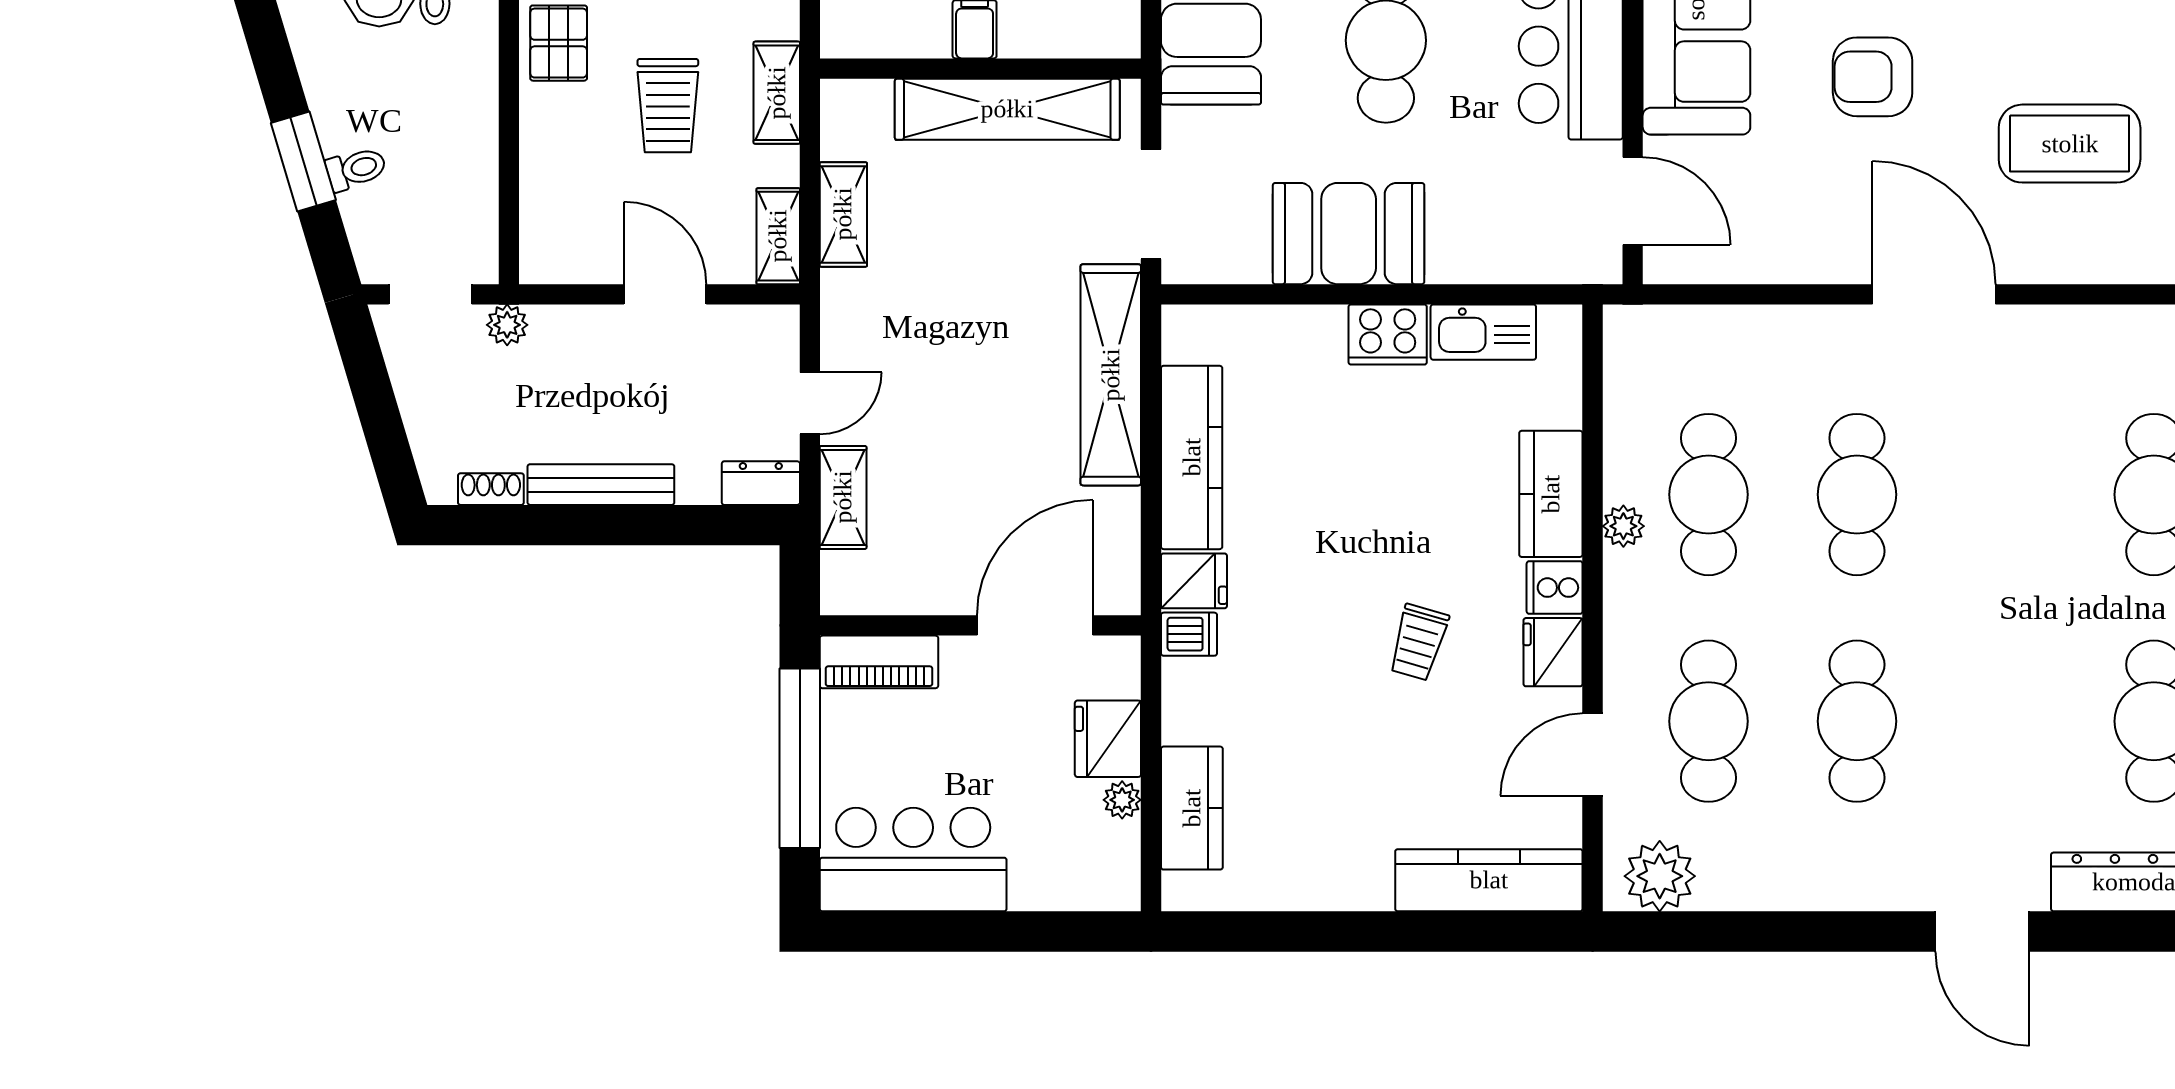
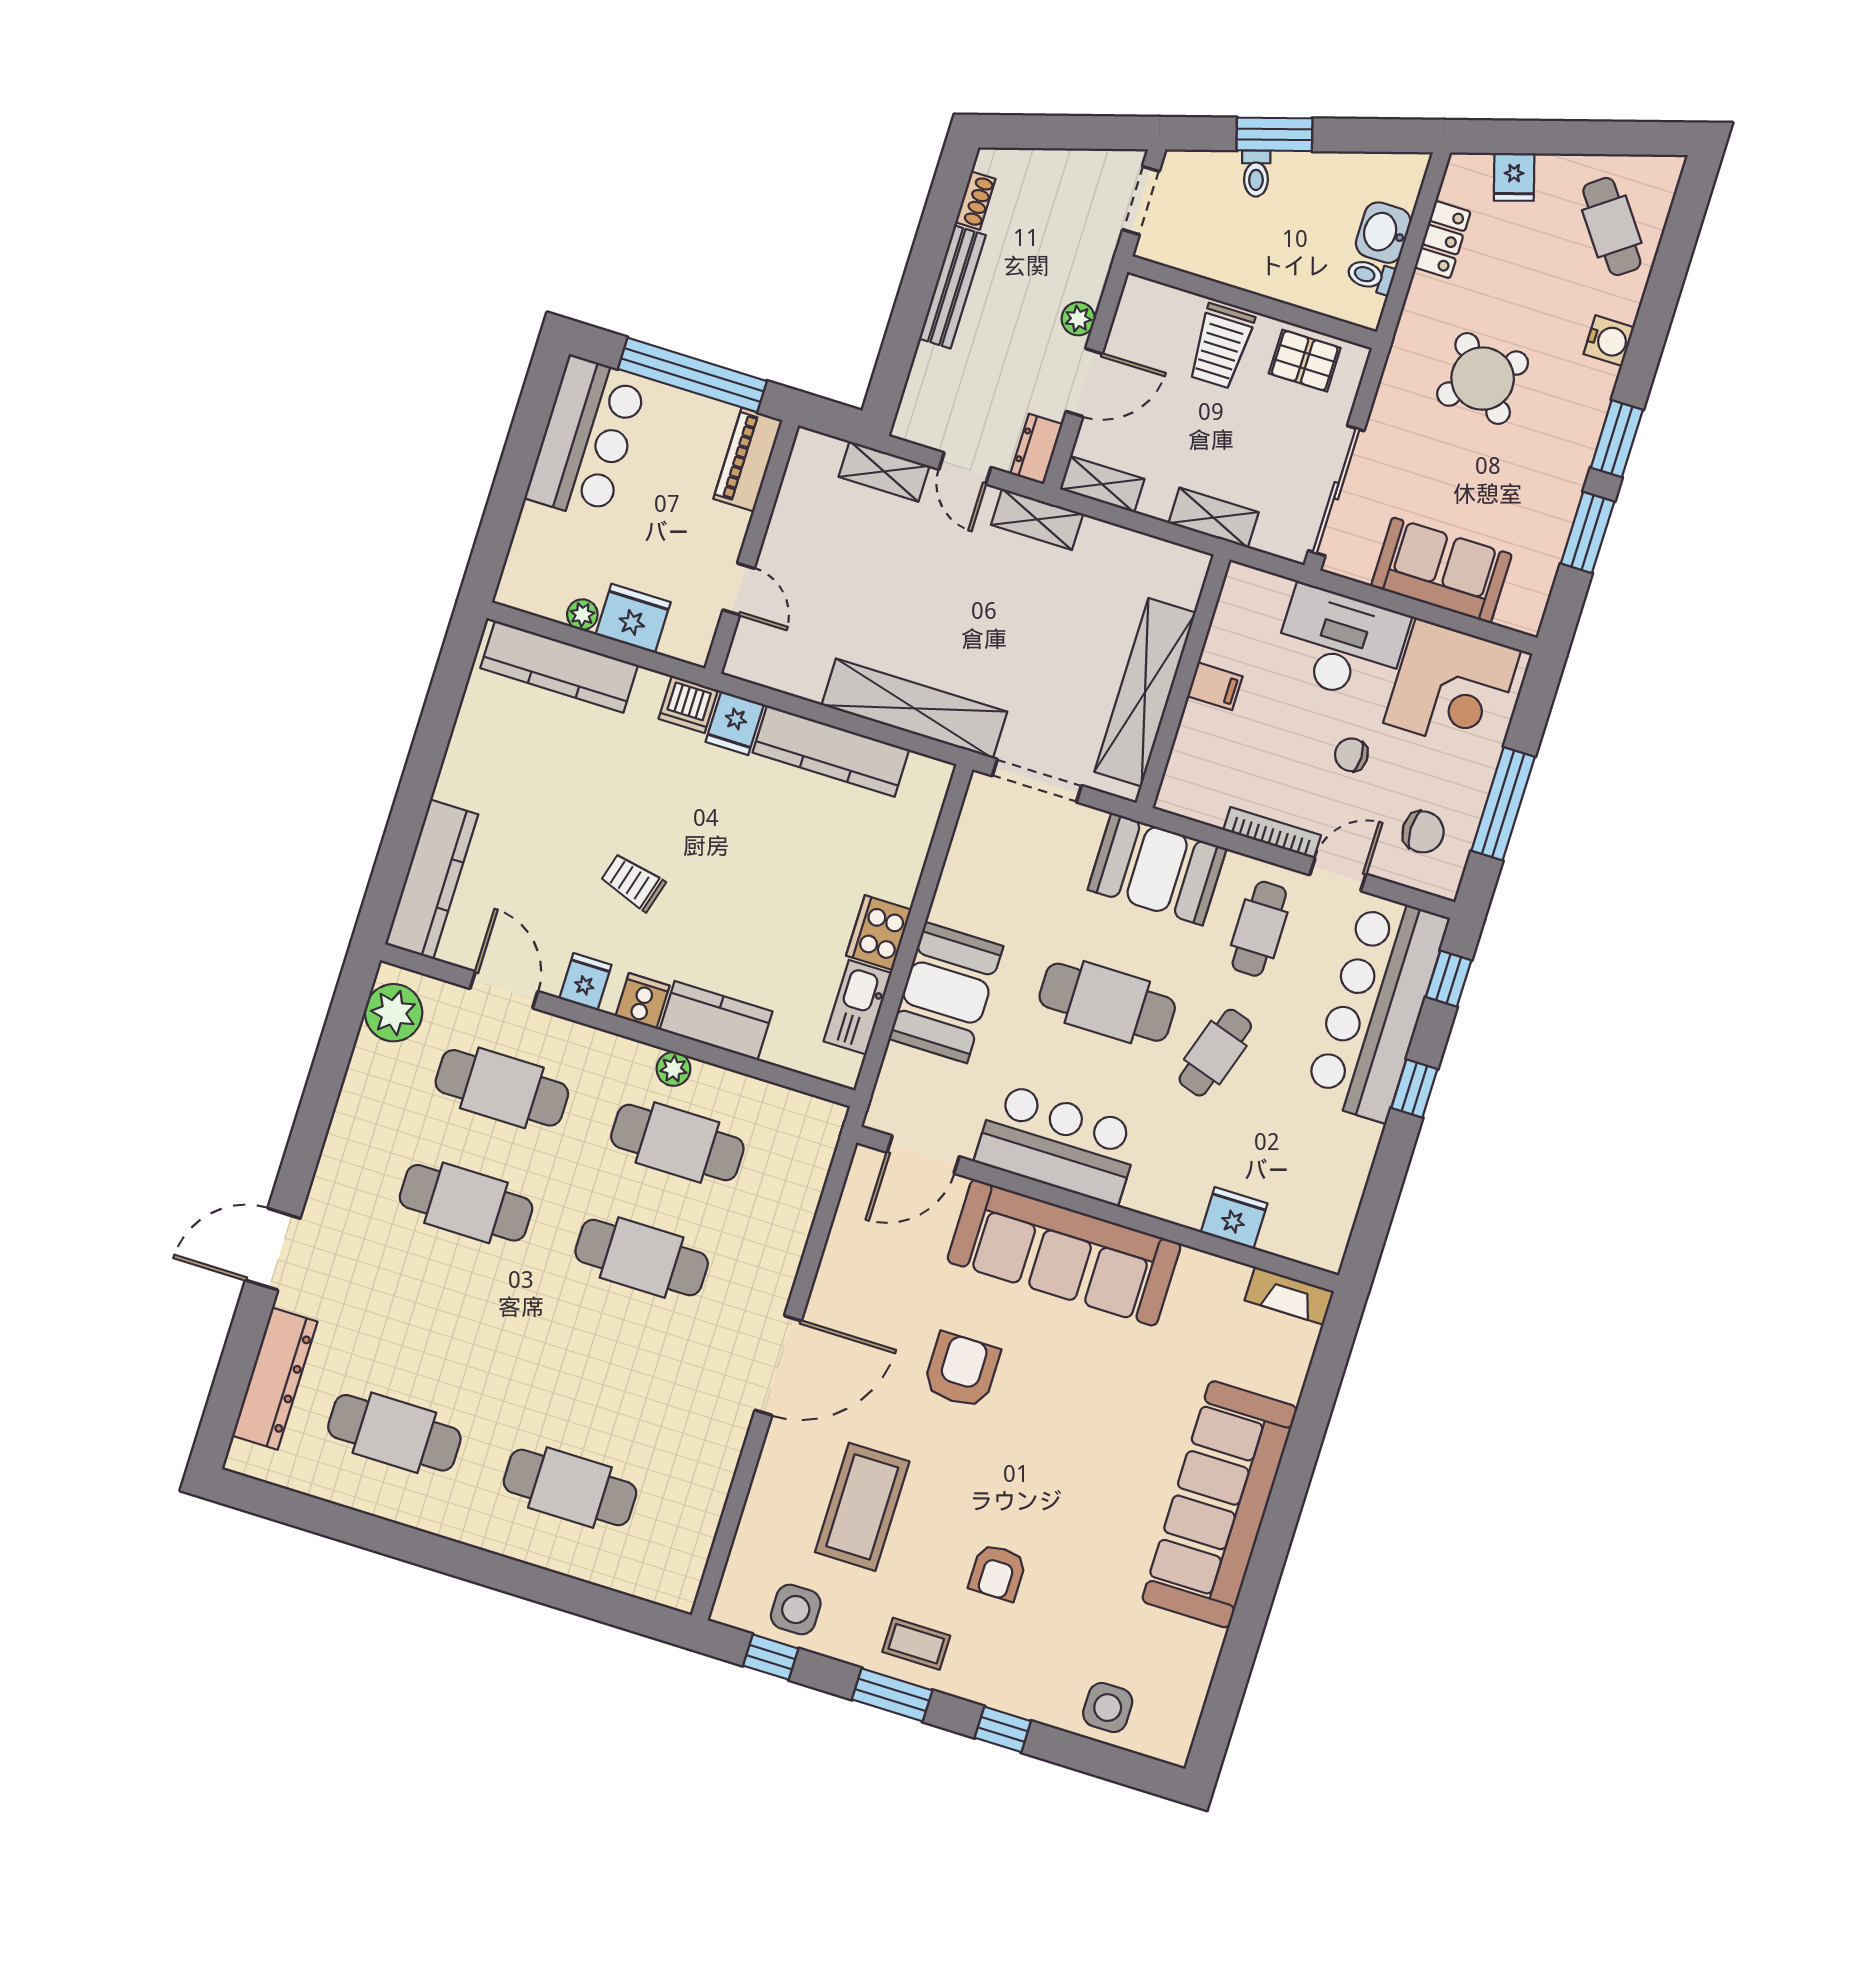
trolley: (668, 106) -> (1221, 346), moved, turned -90
shelving: (843, 214) -> (1037, 519), moved
booth: (1349, 234) -> (946, 993), moved
plant: (507, 325) -> (1078, 319), moved
dresser: (761, 483) -> (1036, 449), moved, turned 180
door: (1035, 625) -> (739, 589), width x0.53
dishwasher: (1189, 634) -> (688, 704), width x1.38
fridge: (1553, 652) -> (585, 982), width x0.72
kitchen counter: (1192, 808) -> (559, 667), width x1.50

